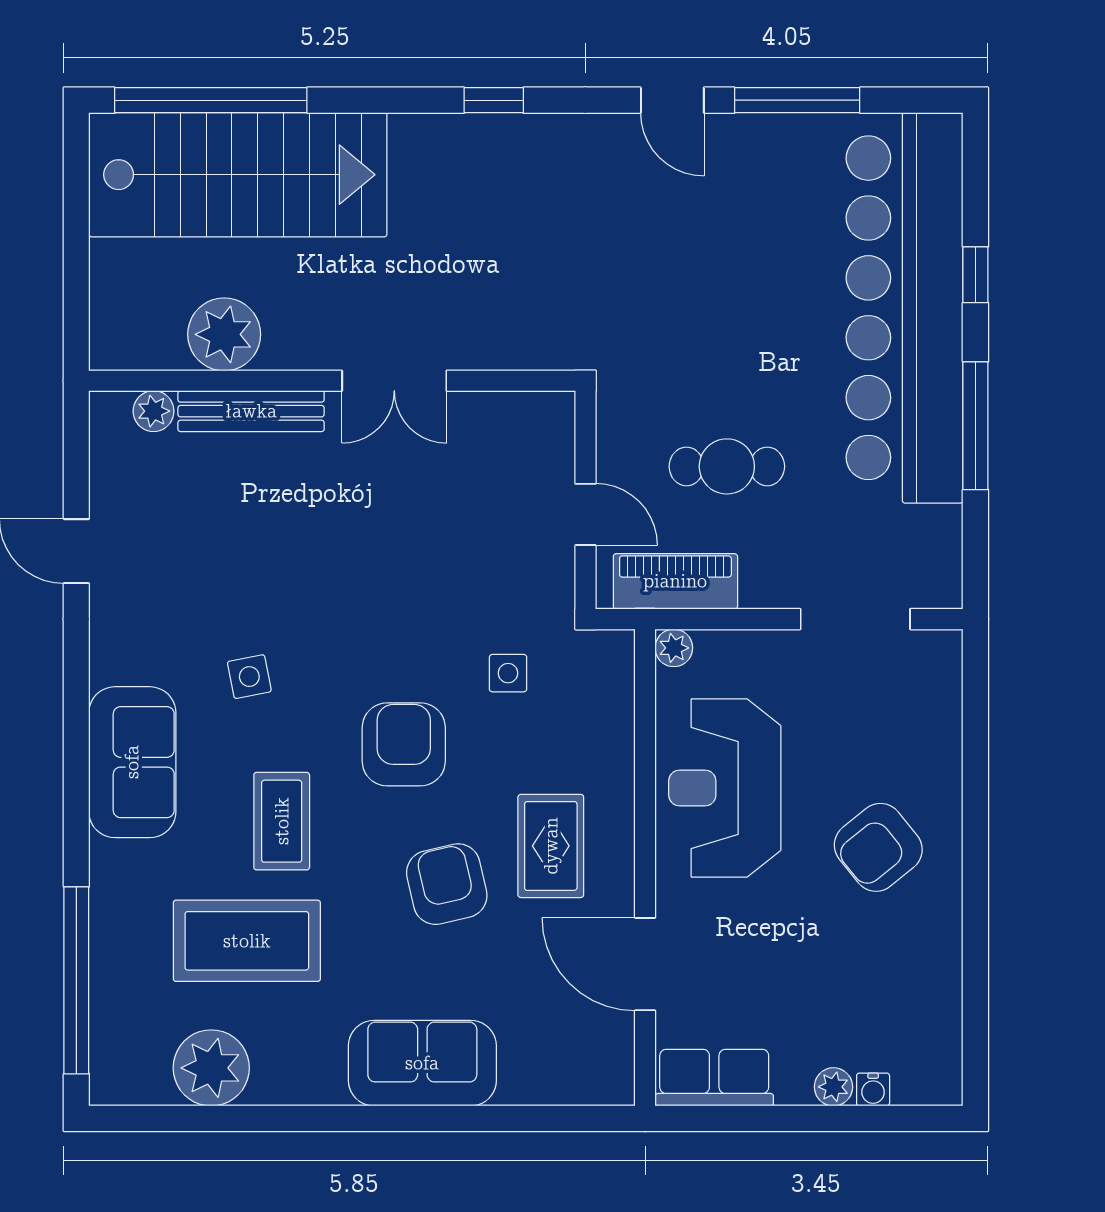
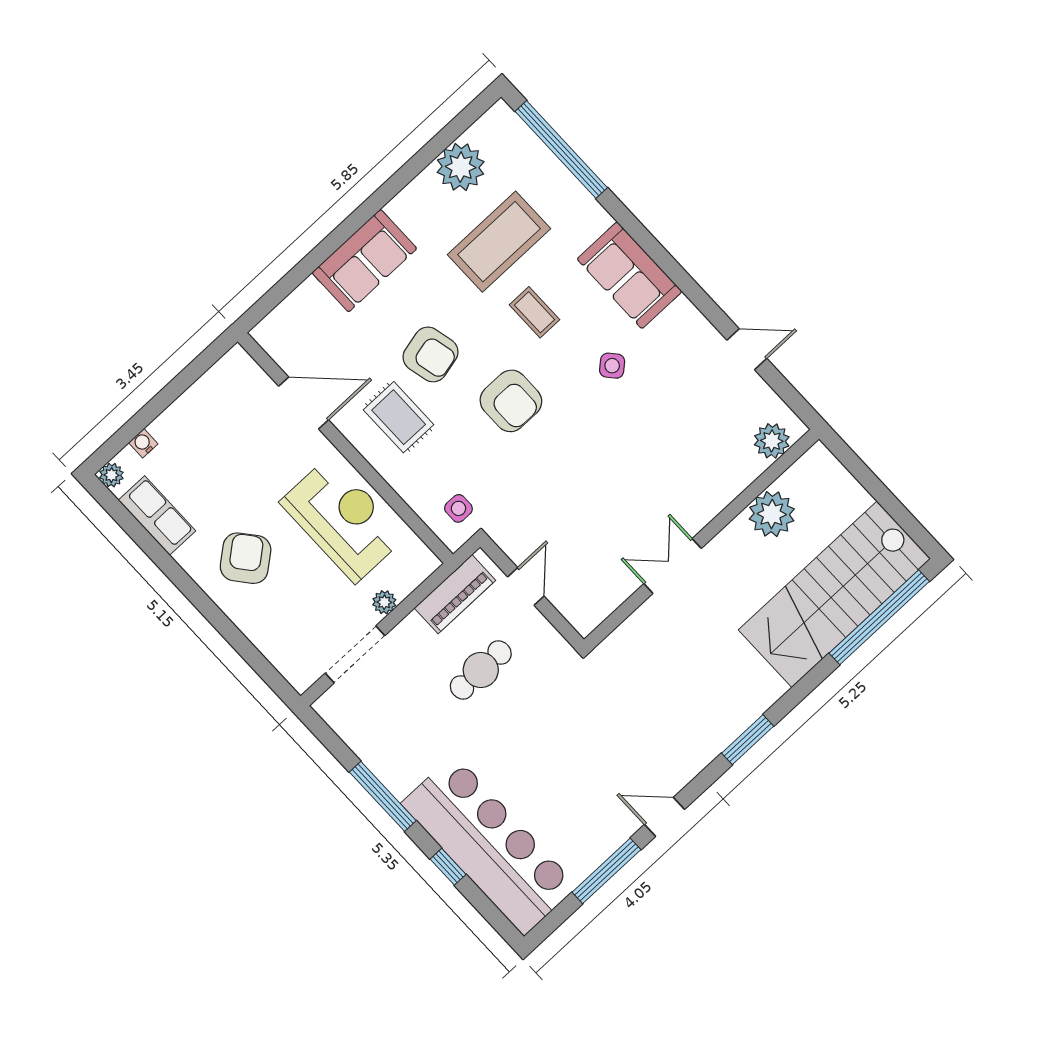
window: (494, 100) -> (748, 740), width x1.50
bar counter: (905, 308) -> (489, 845), width x0.73
plant: (154, 411) -> (772, 441), width x1.38, depth x1.38
bench: (251, 411) -> (726, 490), removed
door: (585, 514) -> (526, 586), swing flipped
plant: (674, 648) -> (384, 602), moved
side table: (508, 673) -> (458, 508), moved
side table: (249, 677) -> (612, 366), turned -30
coffee table: (282, 821) -> (535, 312), width x0.73, depth x0.77
row of seats: (714, 1078) -> (157, 515), moved, turned -90
plant: (833, 1087) -> (111, 475), moved

